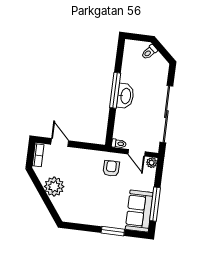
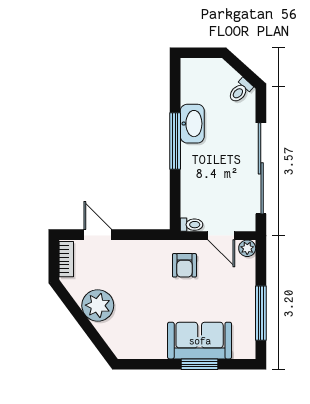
toilet: (149, 52) -> (240, 91), moved
washbasin: (125, 96) -> (192, 124), moved
armchair: (111, 168) -> (184, 265), turned 180
sofa: (139, 211) -> (200, 341), moved, turned 90

